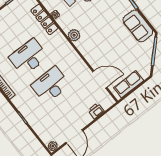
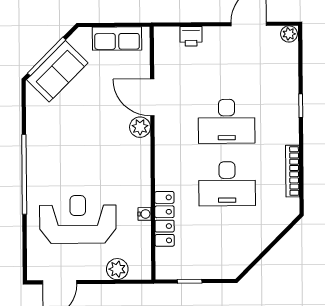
sofa: (138, 26) -> (57, 71), moved, turned 45
plant: (74, 35) -> (140, 127), moved
door: (100, 79) -> (152, 97), moved

